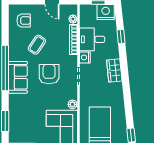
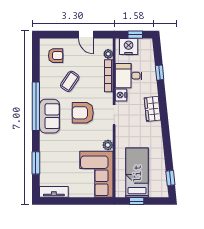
nightstand: (106, 12) -> (129, 46), moved
armchair: (49, 74) -> (83, 113), turned -90

